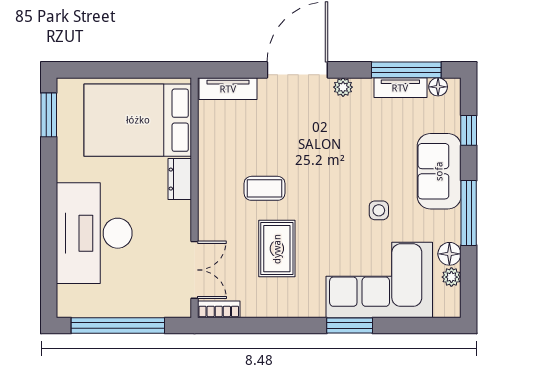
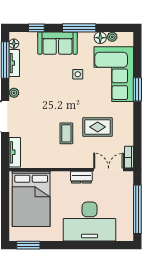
dresser: (180, 179) -> (81, 177), moved

